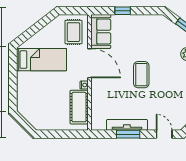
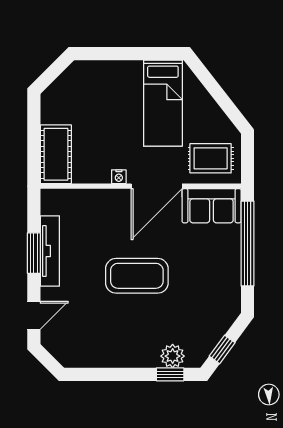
window: (123, 11) -> (247, 243), width x3.17
coffee table: (141, 75) -> (137, 276), width x1.36, depth x1.32
cot: (79, 107) -> (56, 154), moved, turned 90

